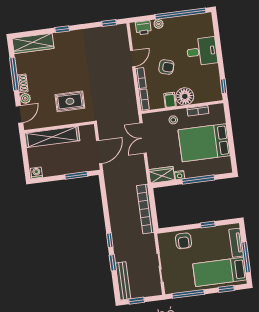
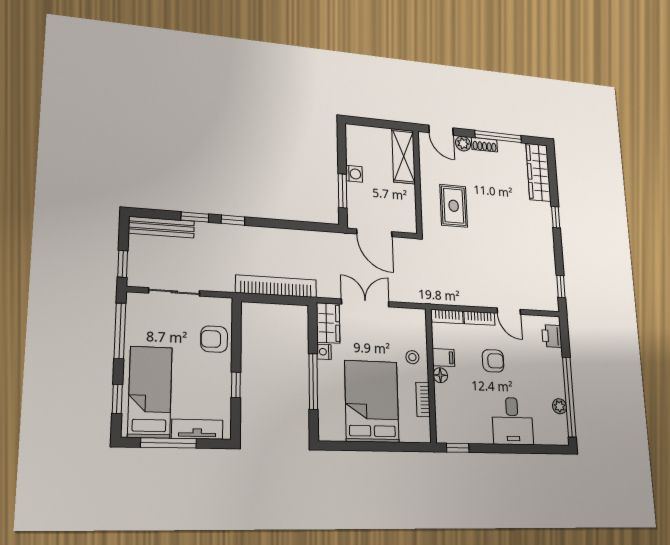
plant: (159, 24) -> (560, 406), moved
armchair: (166, 67) -> (493, 361), turned -106
floor lamp: (185, 96) -> (440, 375), width x0.53, depth x0.53
shelving: (52, 137) -> (404, 156), width x0.68
double door: (143, 138) -> (365, 303), moved
washing machine: (36, 173) -> (354, 174), moved
window: (137, 301) -> (123, 264), moved

